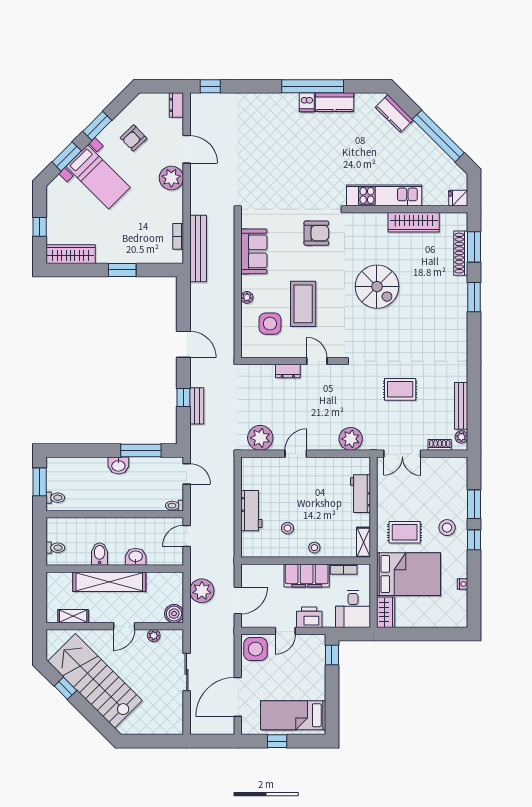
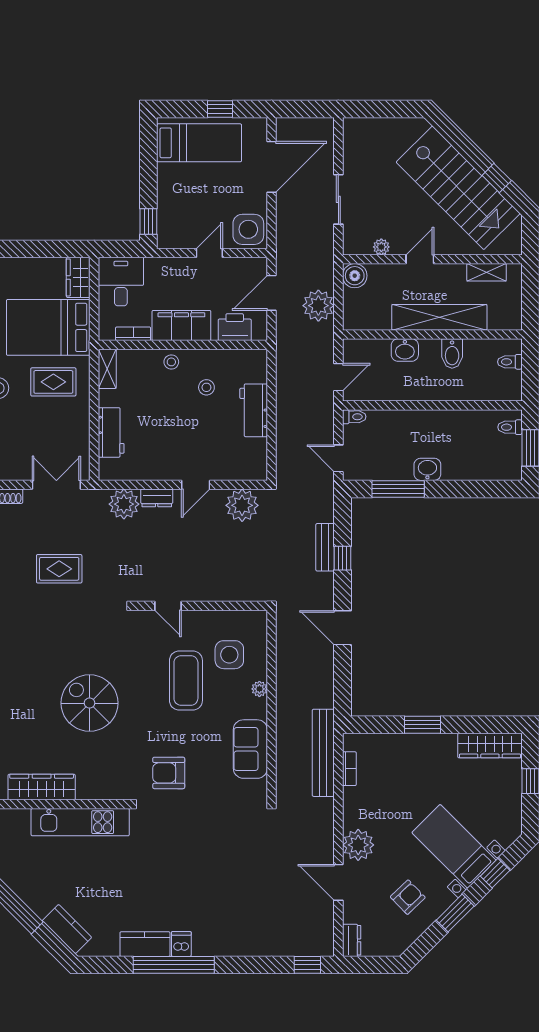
window: (67, 156) -> (495, 873), width x0.67
dresser: (288, 371) -> (157, 498), moved, turned 180
printer: (309, 617) -> (235, 327), moved, turned 180

